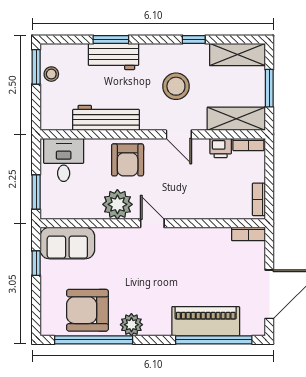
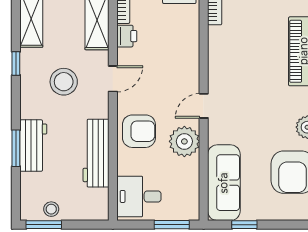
sofa: (67, 243) -> (224, 183), width x1.36

